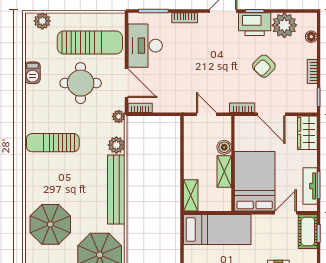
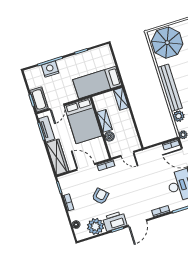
wardrobe: (307, 133) -> (58, 157), width x1.50

